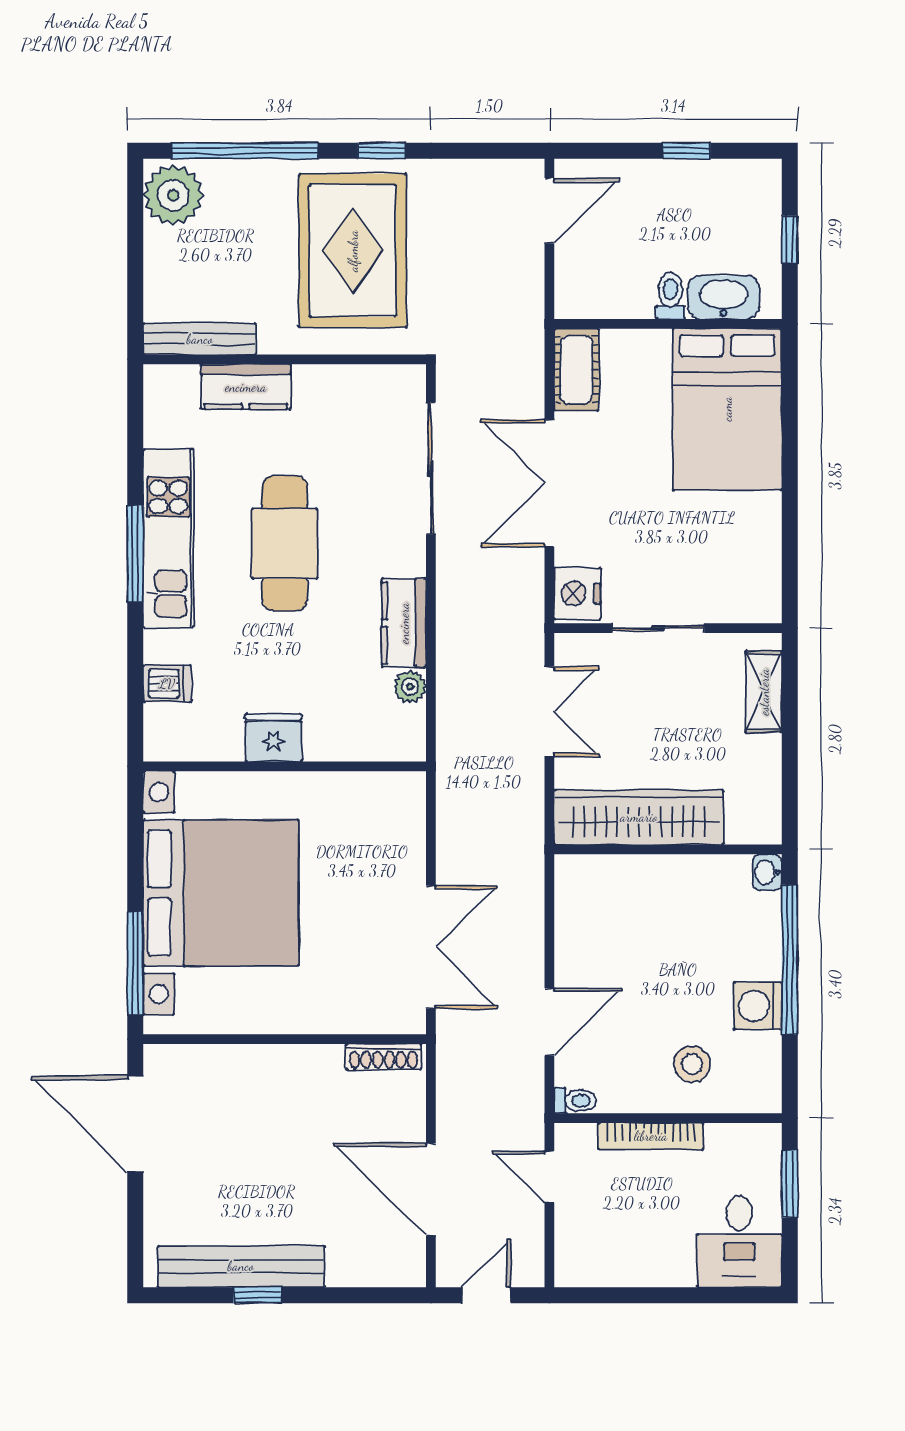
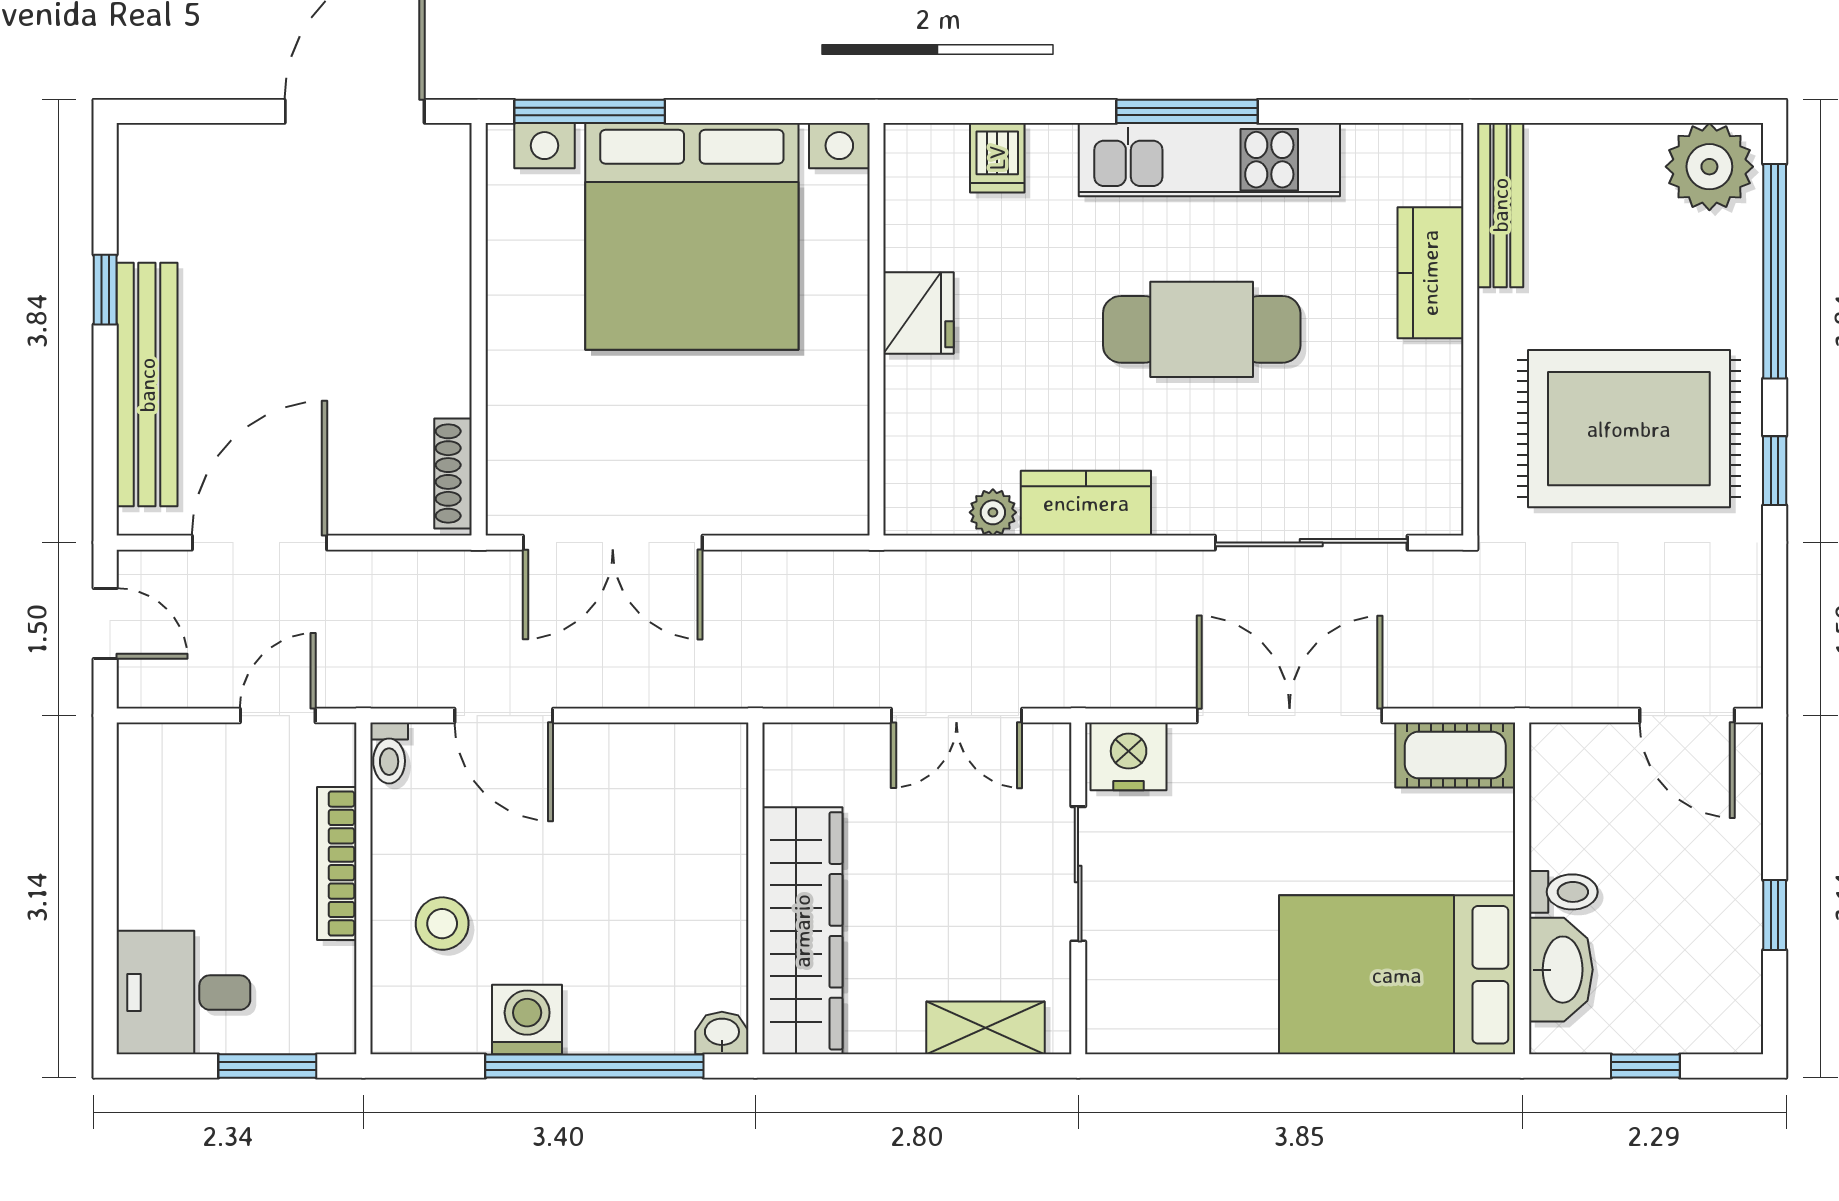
wardrobe: (639, 817) -> (802, 931), moved
bench: (241, 1266) -> (147, 385), moved

